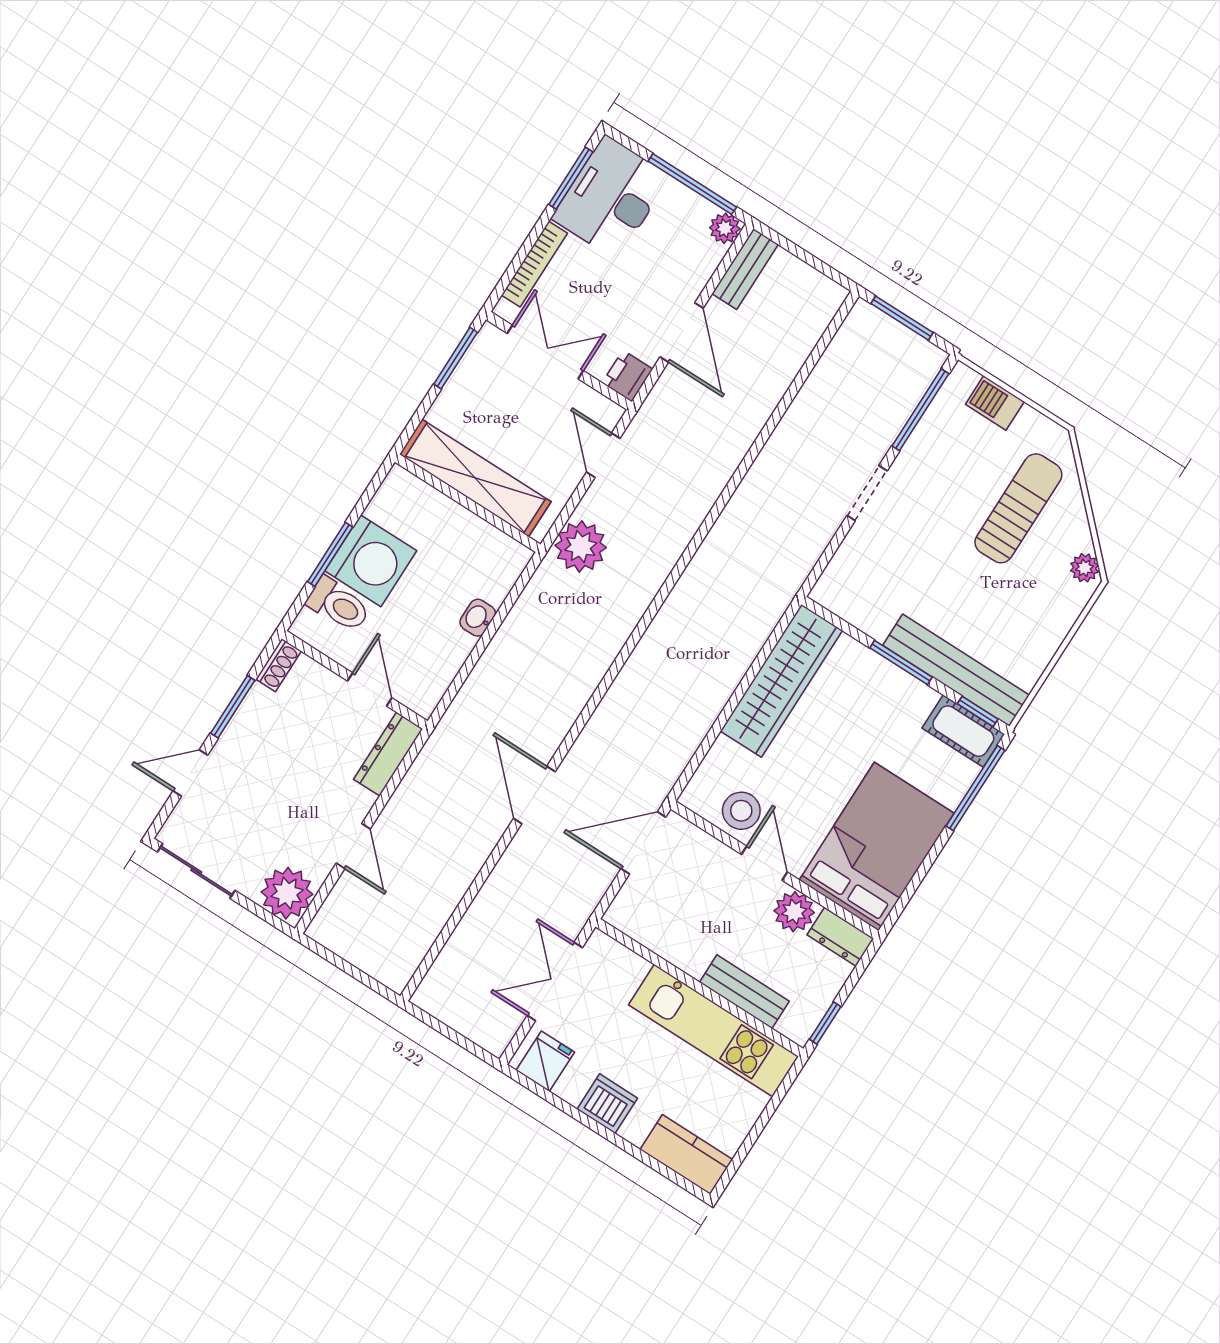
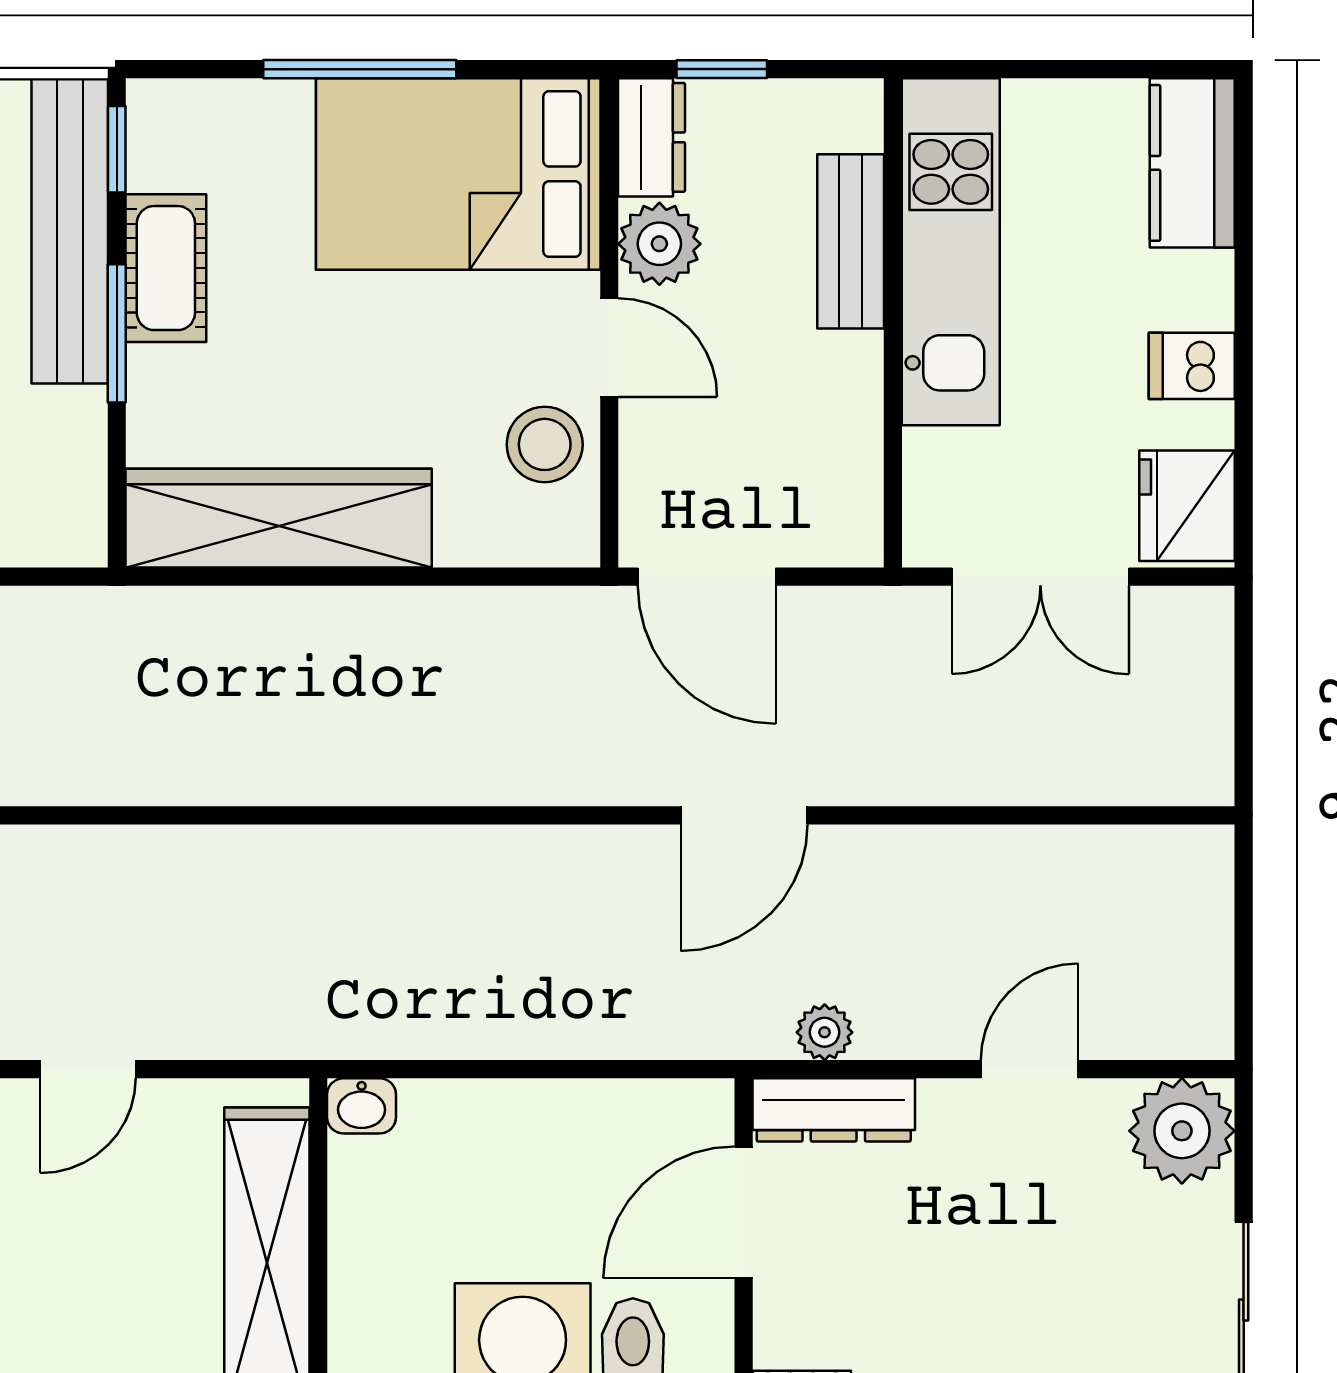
plant: (581, 547) -> (825, 1032), moved, width x0.53, depth x0.53
washbasin: (478, 618) -> (362, 1106), moved
door: (370, 689) -> (744, 1212), width x1.38
cot: (963, 731) -> (166, 268), moved
window: (975, 788) -> (360, 69), moved
door: (764, 863) -> (609, 348), swing flipped
window: (825, 1023) -> (722, 69), moved
fridge: (545, 1061) -> (1187, 506), width x1.38
dishwasher: (607, 1104) -> (1192, 366), width x0.73

